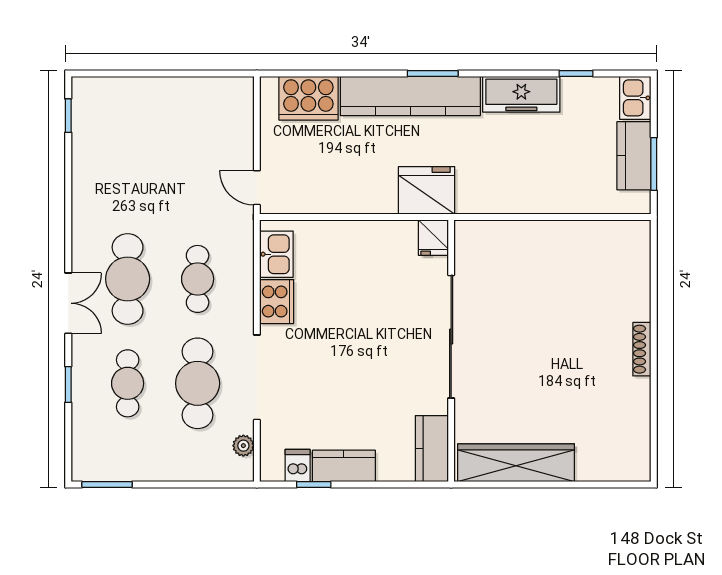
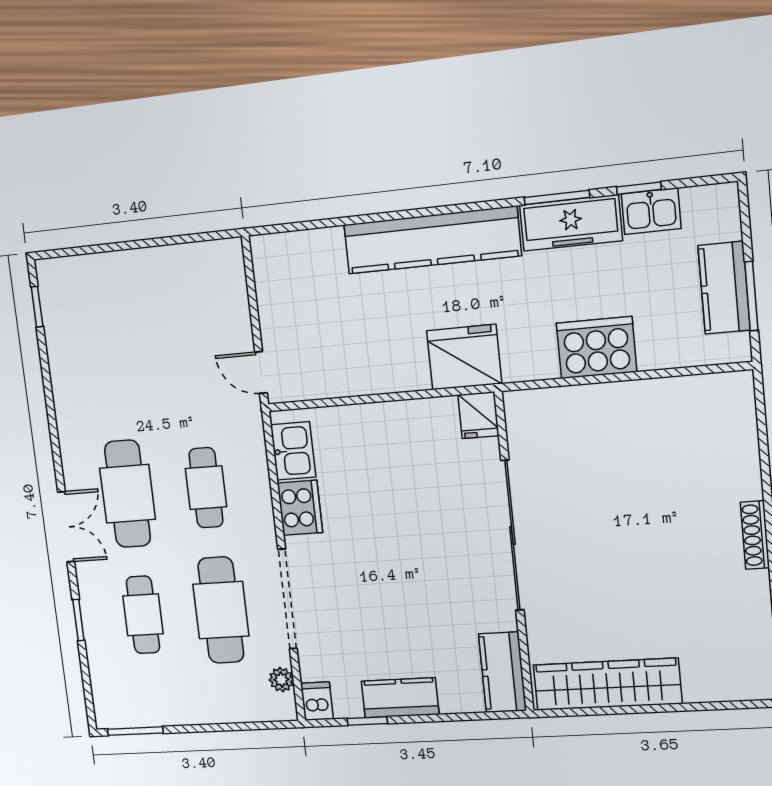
window: (433, 74) -> (557, 197), moved
cooker: (308, 98) -> (597, 347), moved, turned 180
kitchen sink: (635, 98) -> (651, 211), moved, turned -90
dishwasher: (298, 466) -> (317, 701), moved

